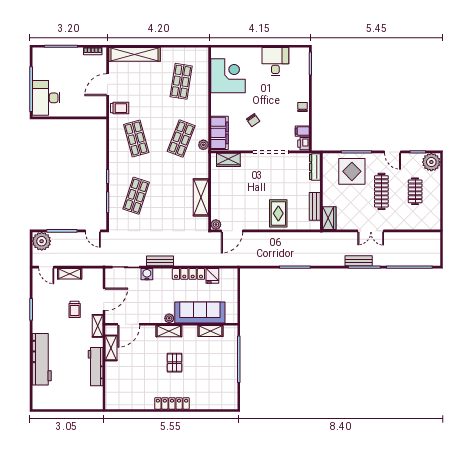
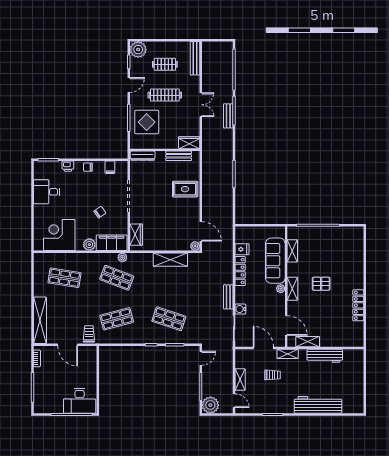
plant: (218, 109) -> (89, 245), added
printer: (303, 144) -> (68, 166), moved
bench: (422, 224) -> (195, 58), added
door: (46, 267) -> (234, 401), hinge flipped
locker: (172, 403) -> (358, 305), moved

